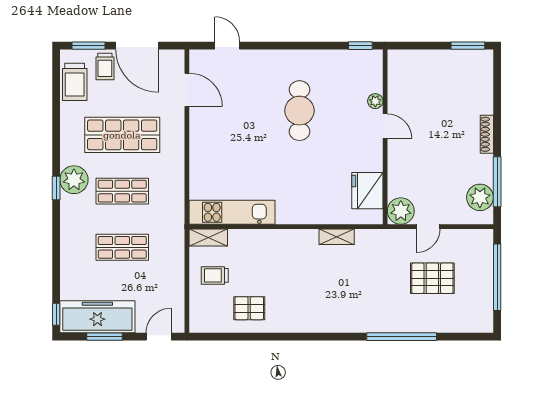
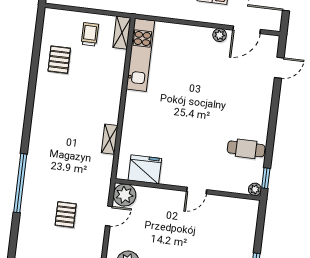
plant: (375, 101) -> (255, 189), moved
cafe table: (299, 111) -> (246, 149), moved, width x0.73, depth x0.74
plant: (197, 121) -> (220, 35), added
door: (428, 227) -> (109, 216), swing flipped
pallet: (432, 278) -> (66, 214), width x0.67, depth x0.71

